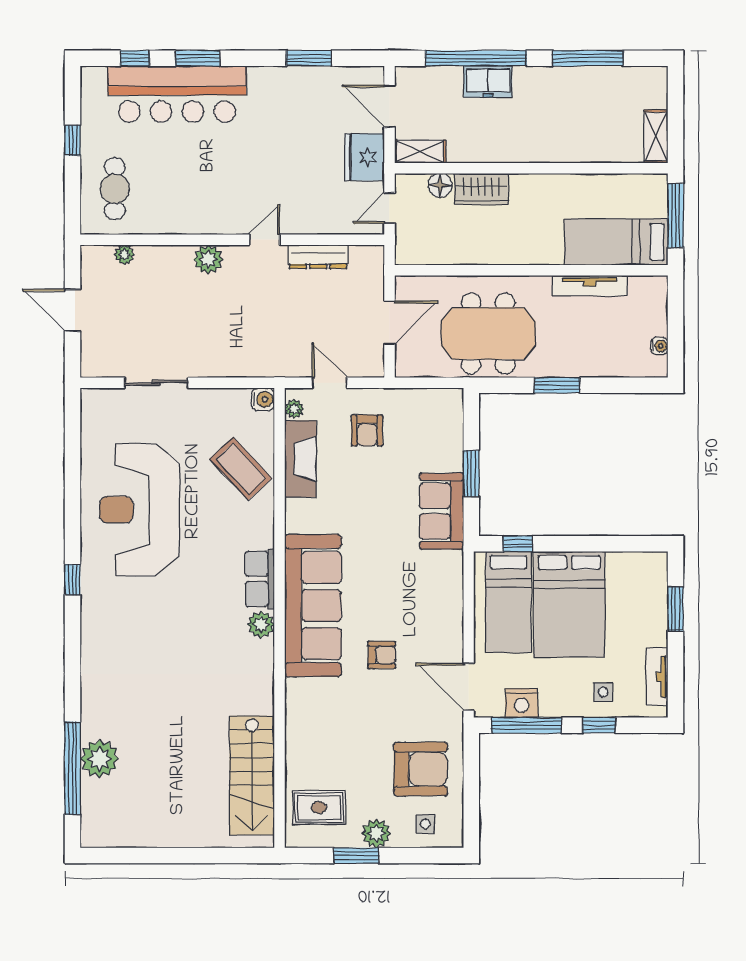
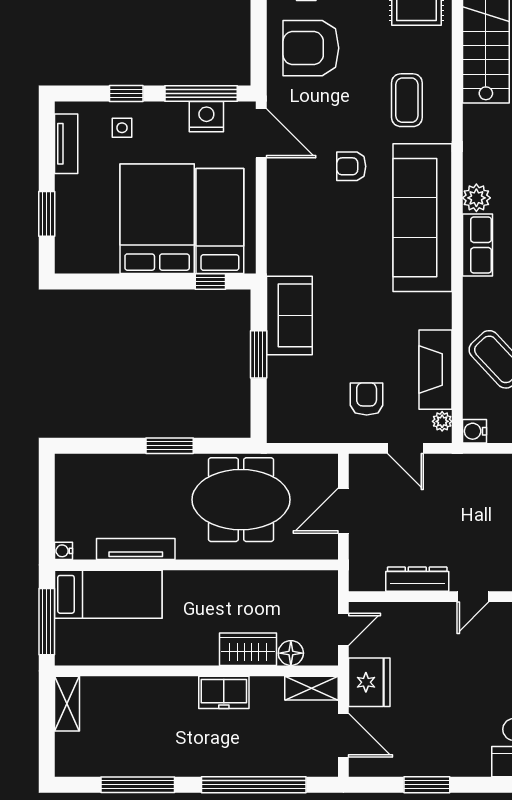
freezer: (488, 82) -> (224, 692), moved, turned 180
water cooler: (659, 346) -> (63, 551), moved
coffee table: (328, 719) -> (407, 100), added

